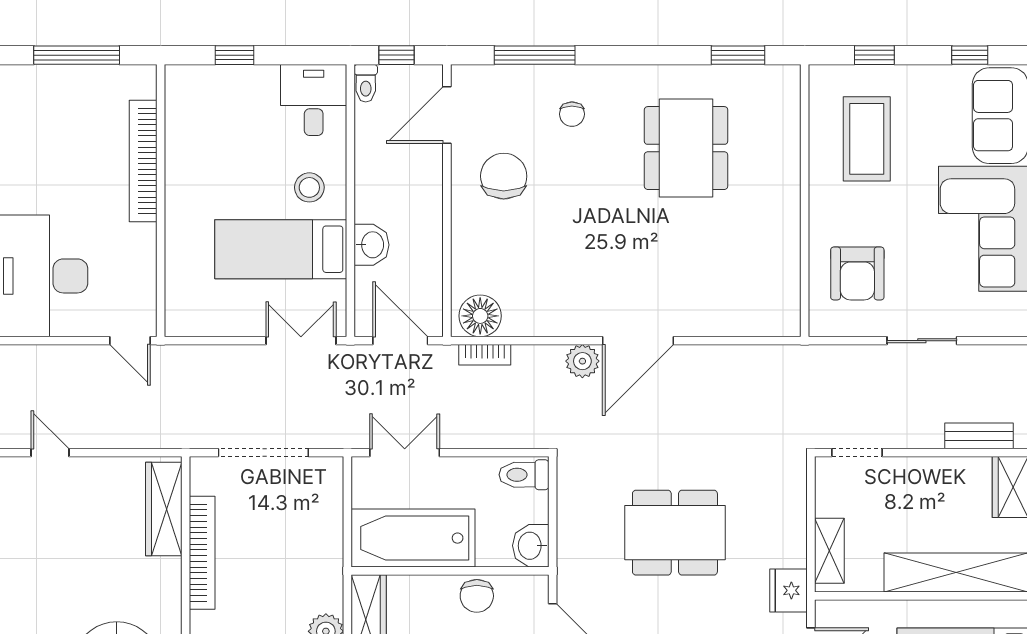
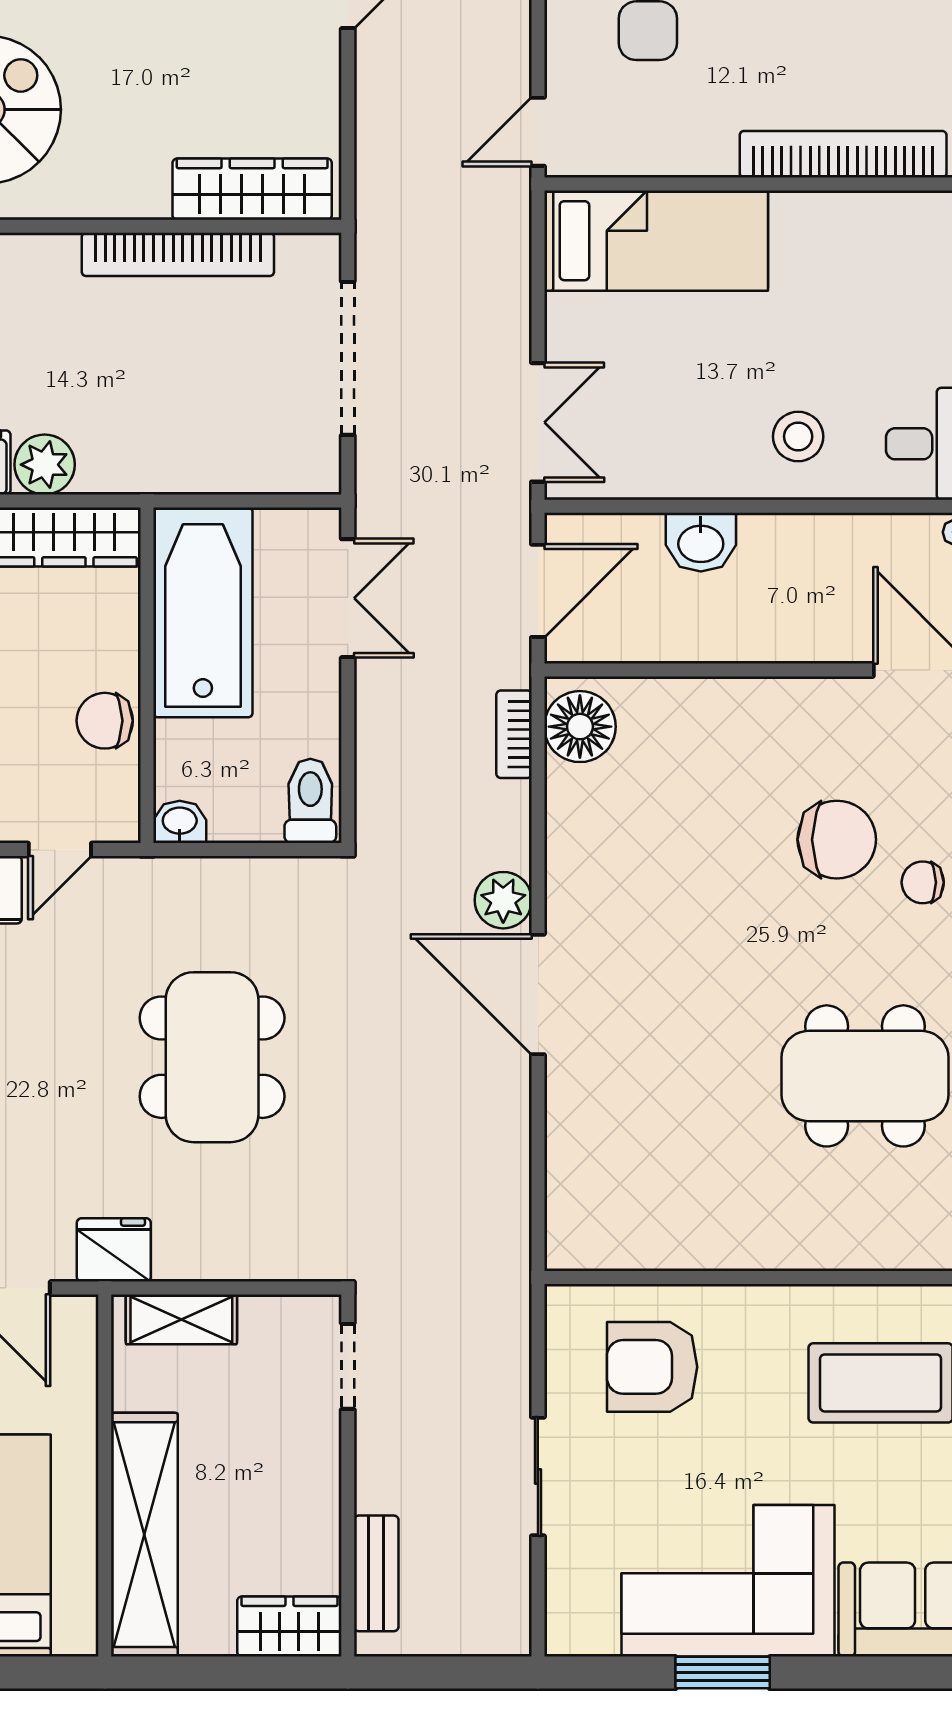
chair: (504, 176) -> (837, 840), moved
bed: (281, 249) -> (656, 241), moved, turned 90
washbasin: (531, 546) -> (180, 822), width x0.72, depth x0.69

